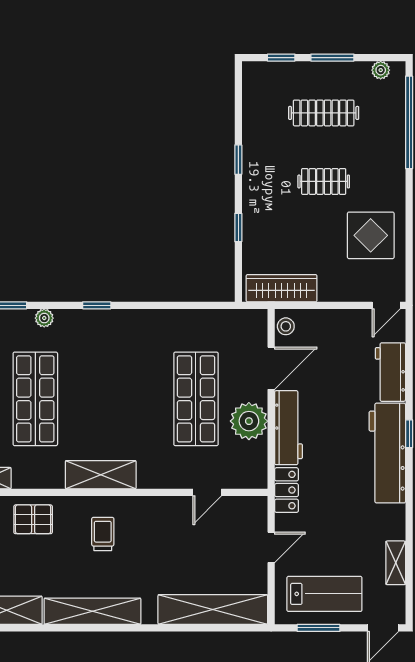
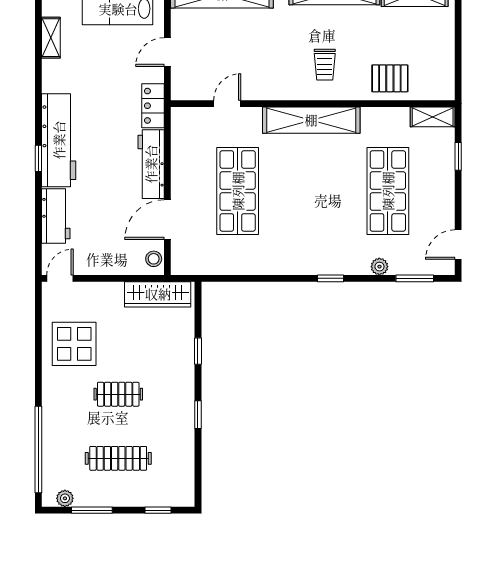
window: (332, 58) -> (92, 510), moved
plant: (249, 421) -> (188, 170), removed
shelving: (101, 475) -> (311, 120), width x1.47

